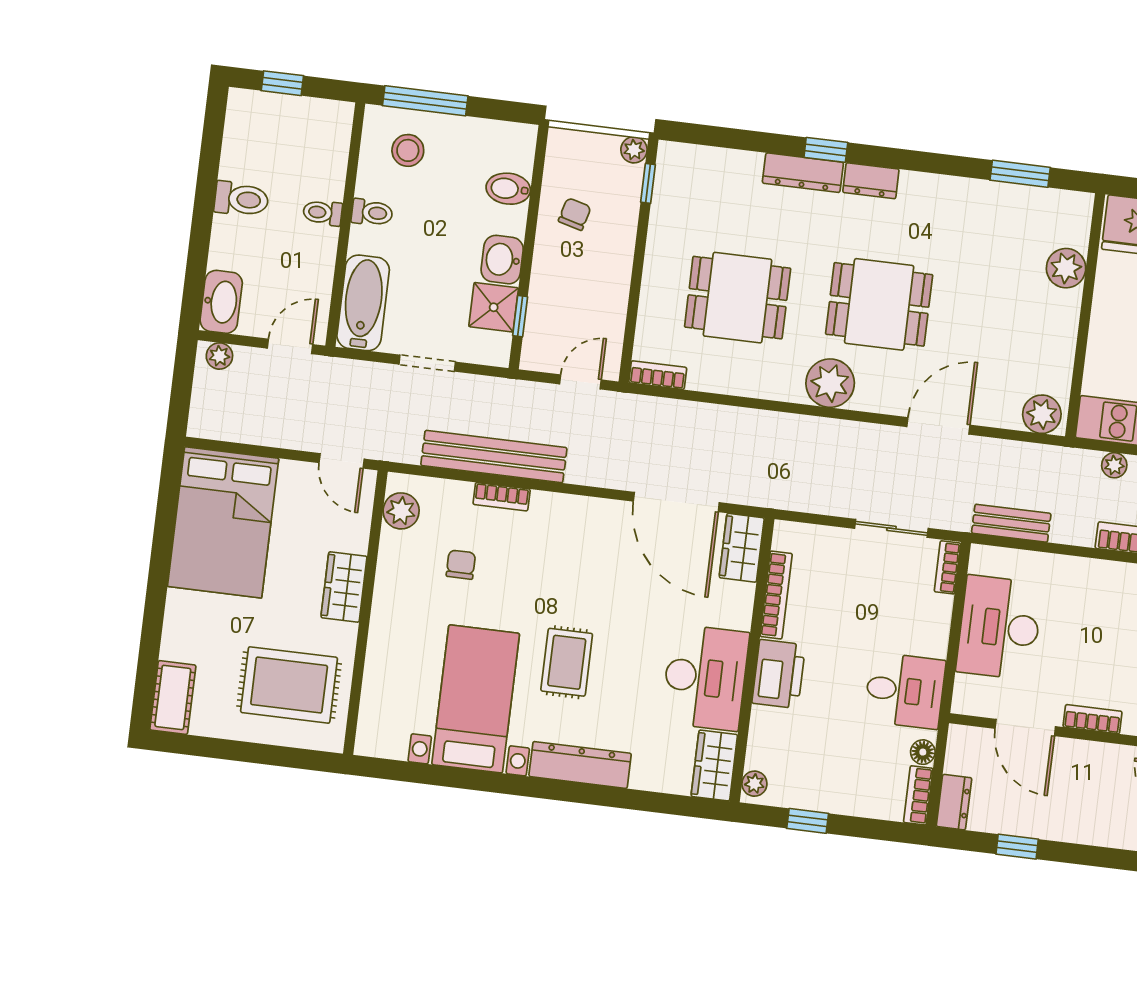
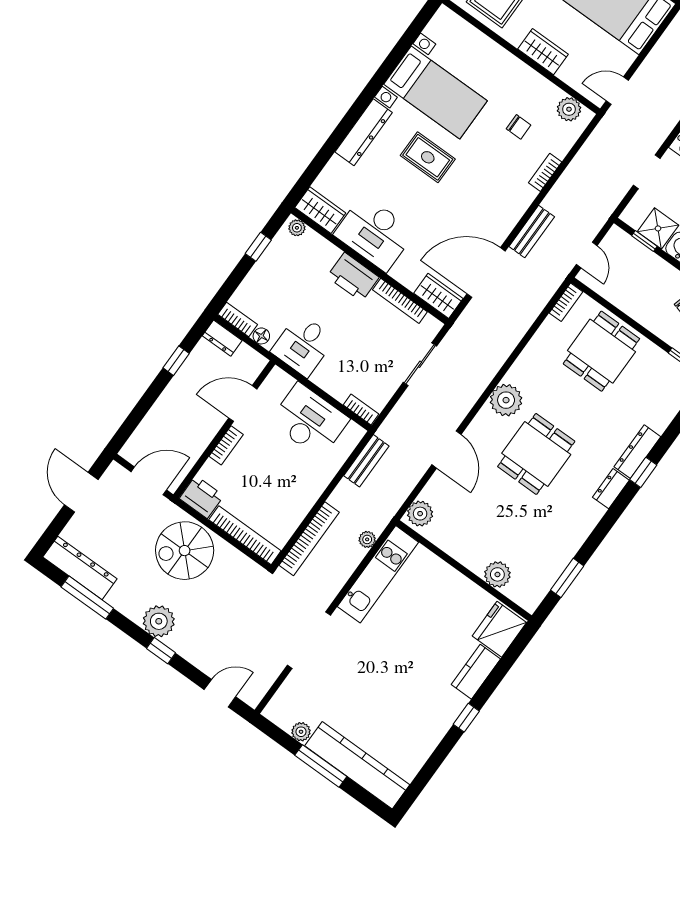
dining table: (738, 298) -> (601, 351), moved
bench: (494, 457) -> (532, 232), moved, width x0.54, depth x0.82
sliding door: (891, 528) -> (420, 364), moved

